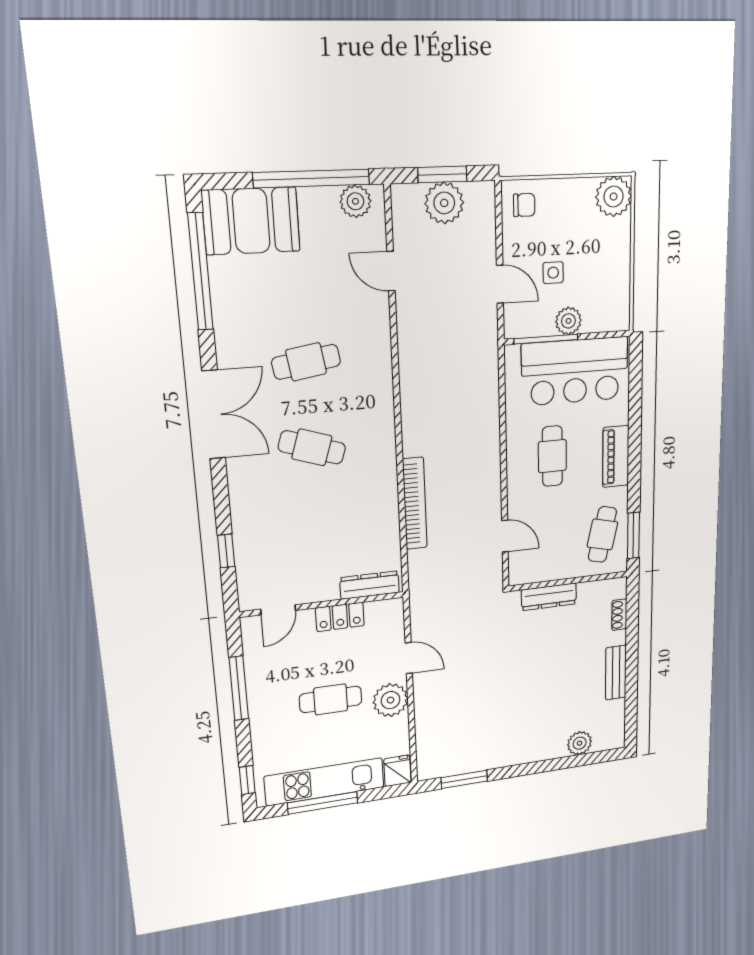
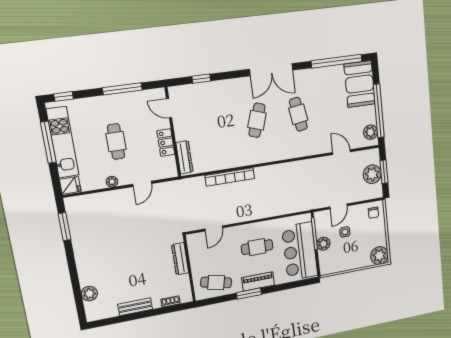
door: (391, 271) -> (342, 152), hinge flipped
window: (633, 535) -> (249, 294), moved
plant: (391, 700) -> (112, 182), width x0.53, depth x0.53

